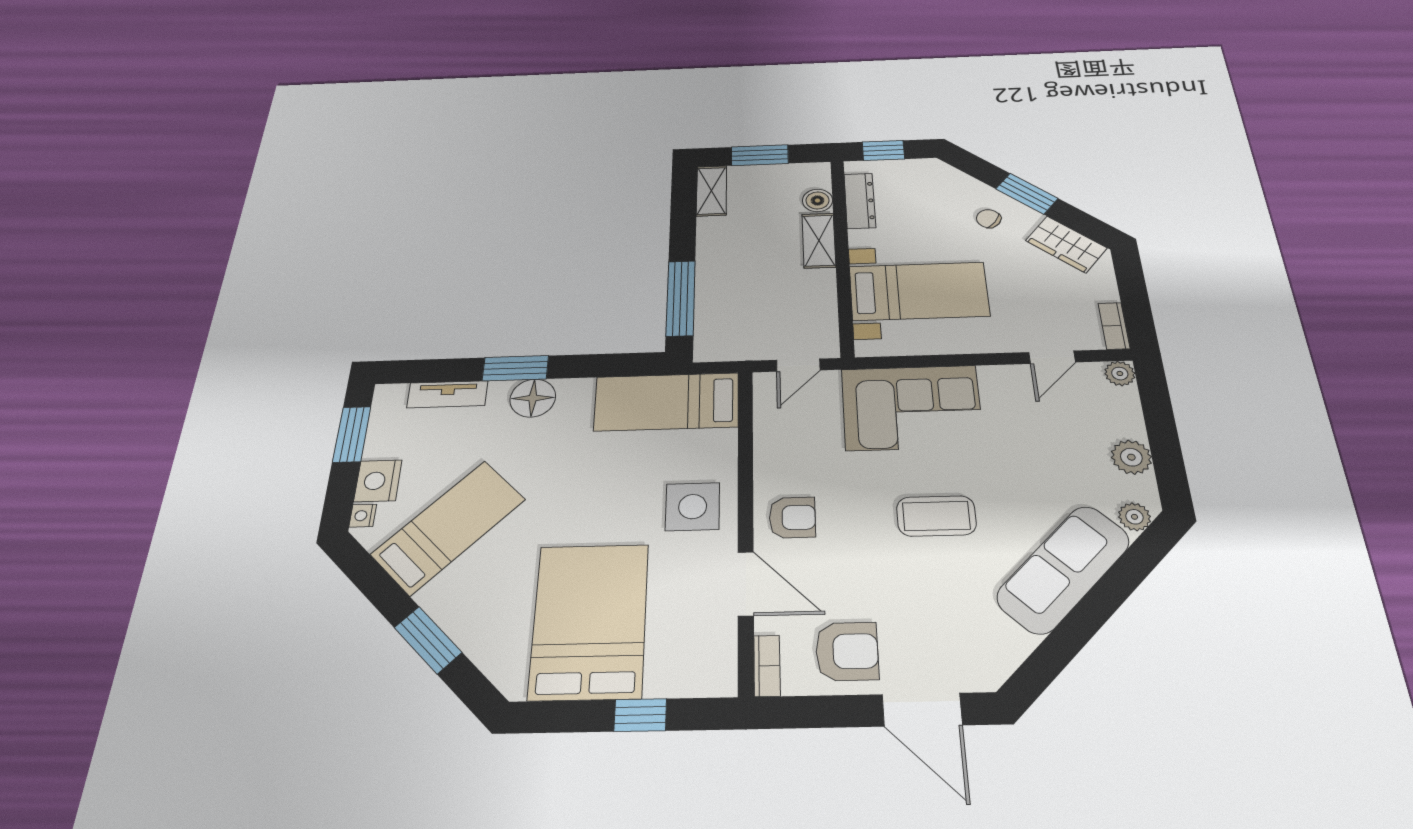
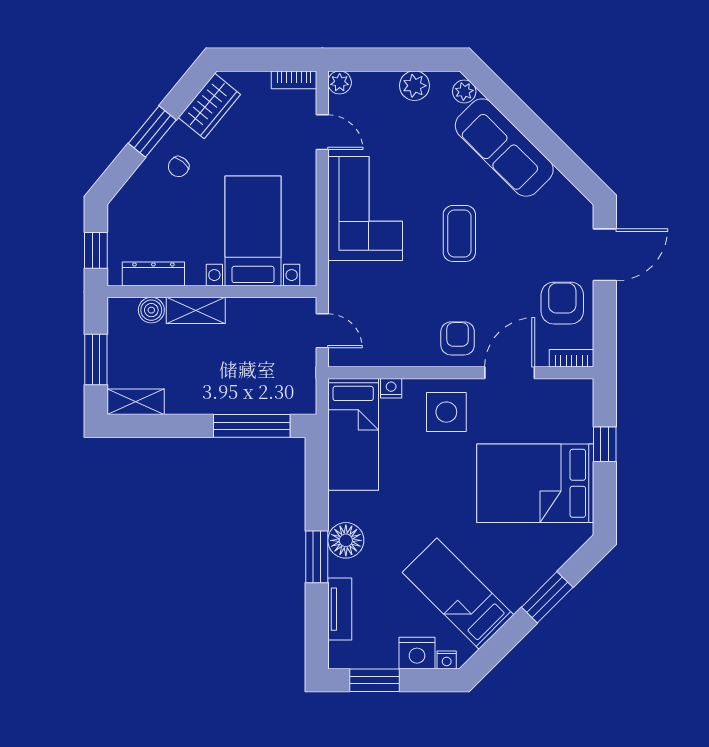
corner sofa: (912, 408) -> (365, 209), moved
nightstand: (725, 442) -> (391, 388), added

